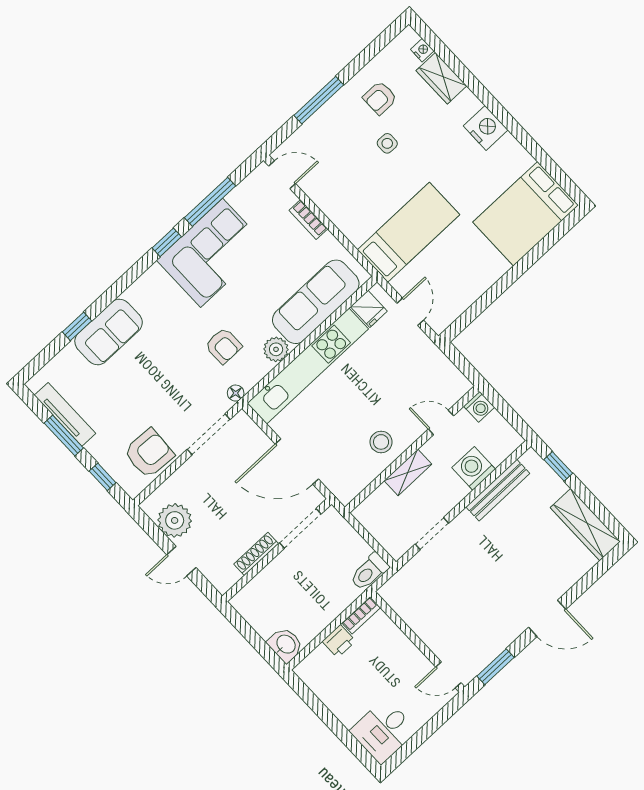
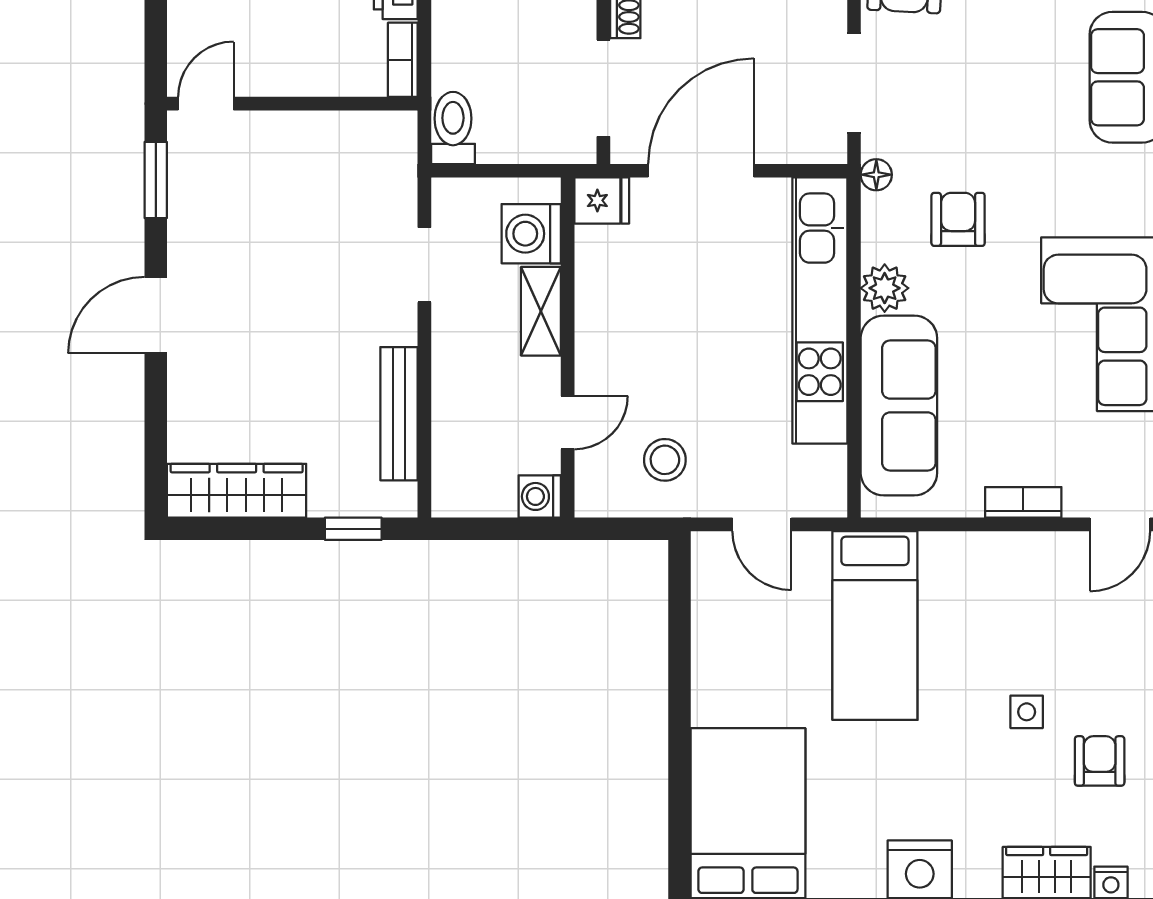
fridge: (369, 309) -> (602, 200), moved, turned 180
armchair: (223, 346) -> (958, 219), turned 90
stool: (381, 442) -> (665, 460), moved
washing machine: (474, 468) -> (531, 234), moved, turned 180

